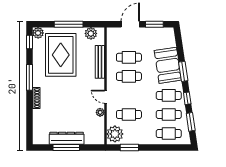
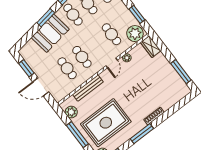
dresser: (67, 138) -> (167, 69), removed
wardrobe: (95, 139) -> (151, 47), added
window: (66, 147) -> (181, 72), moved

